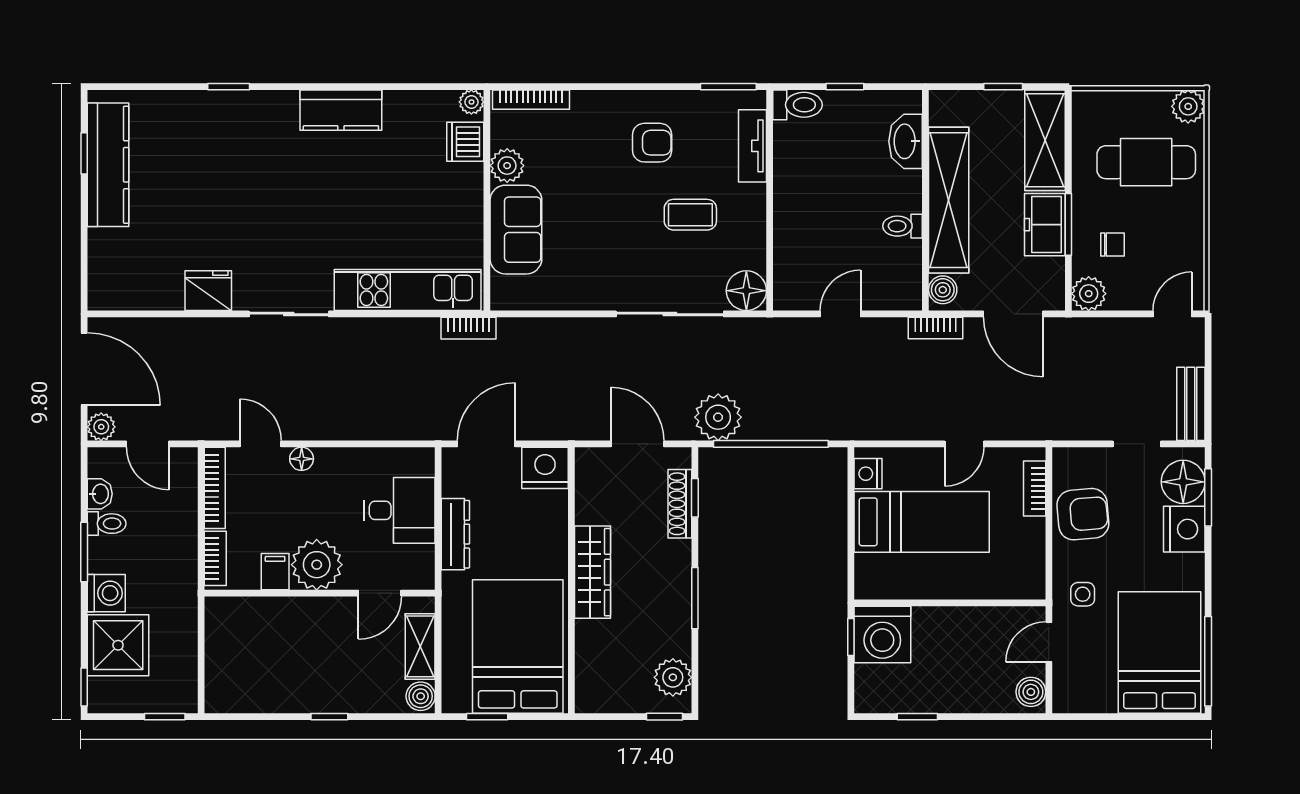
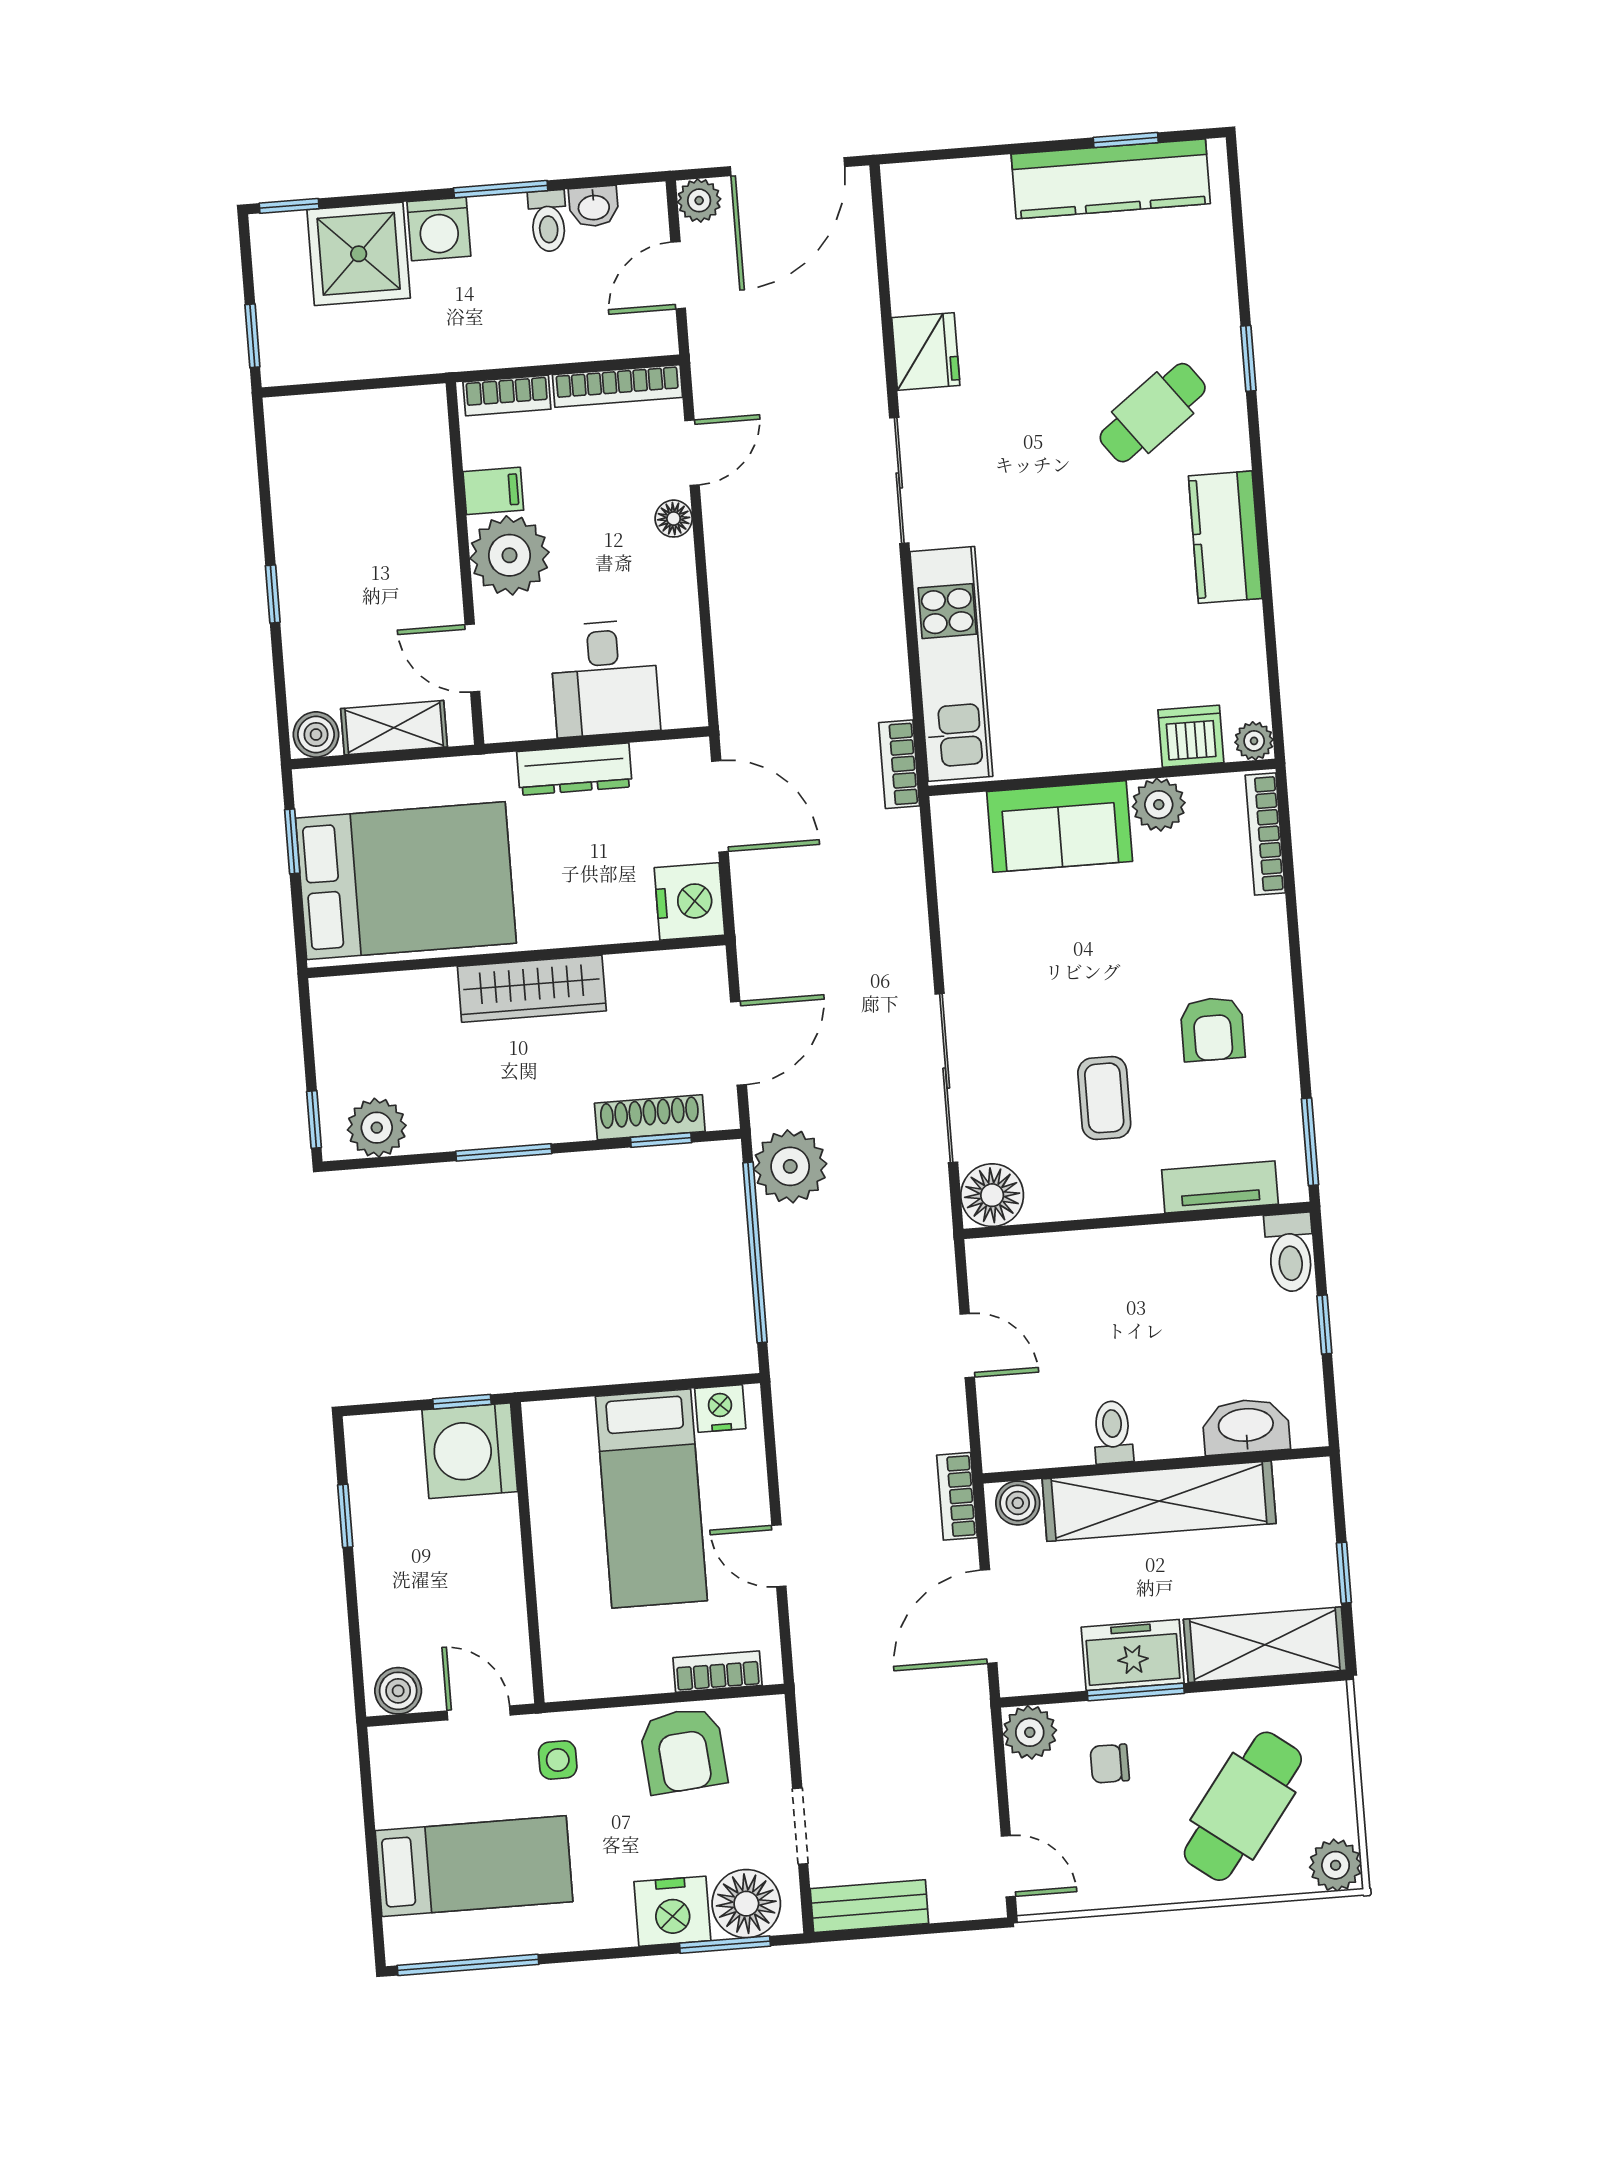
cafe table: (258, 150) -> (1153, 413), added
cafe table: (1146, 162) -> (1243, 1806), turned 37
chair: (1112, 244) -> (1110, 1764), turned 90
bed: (1159, 653) -> (474, 1866), width x0.67

